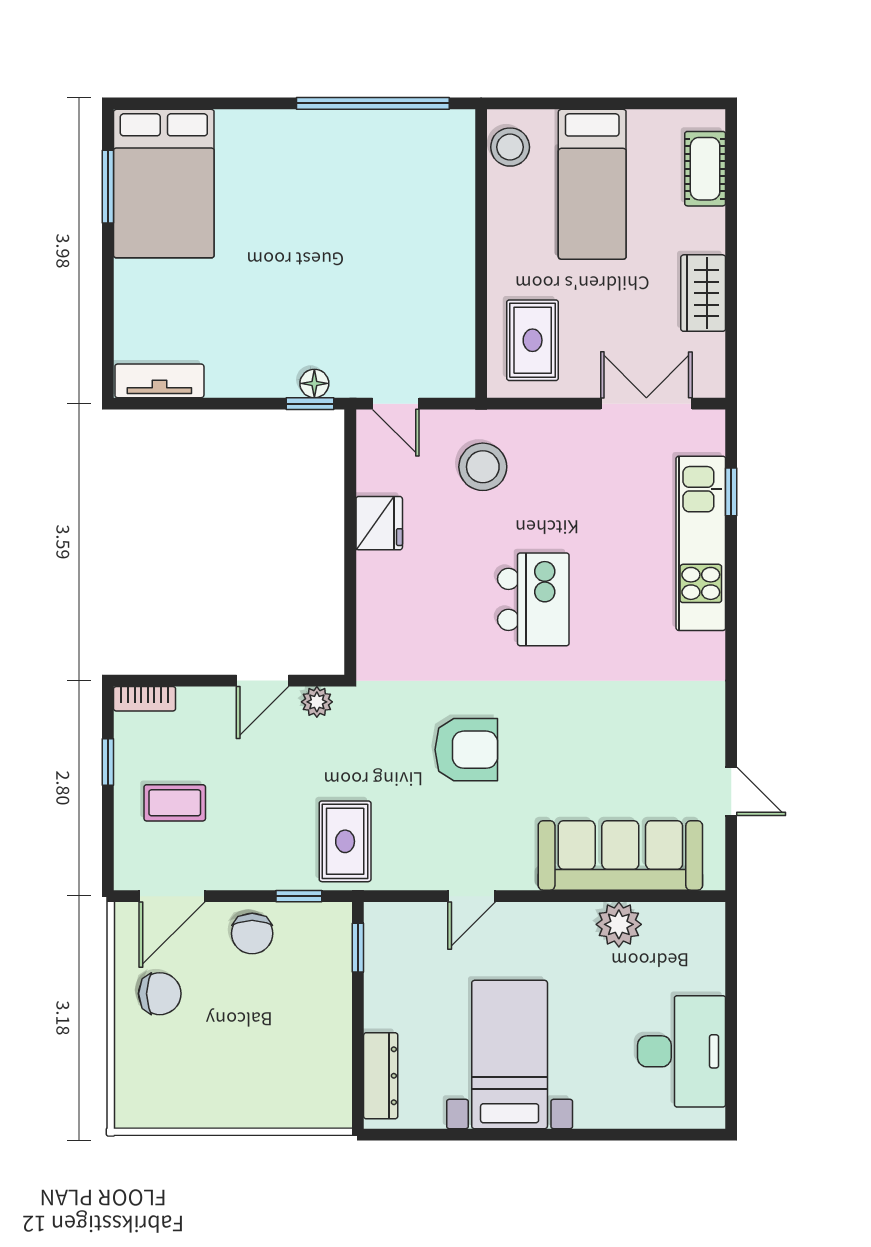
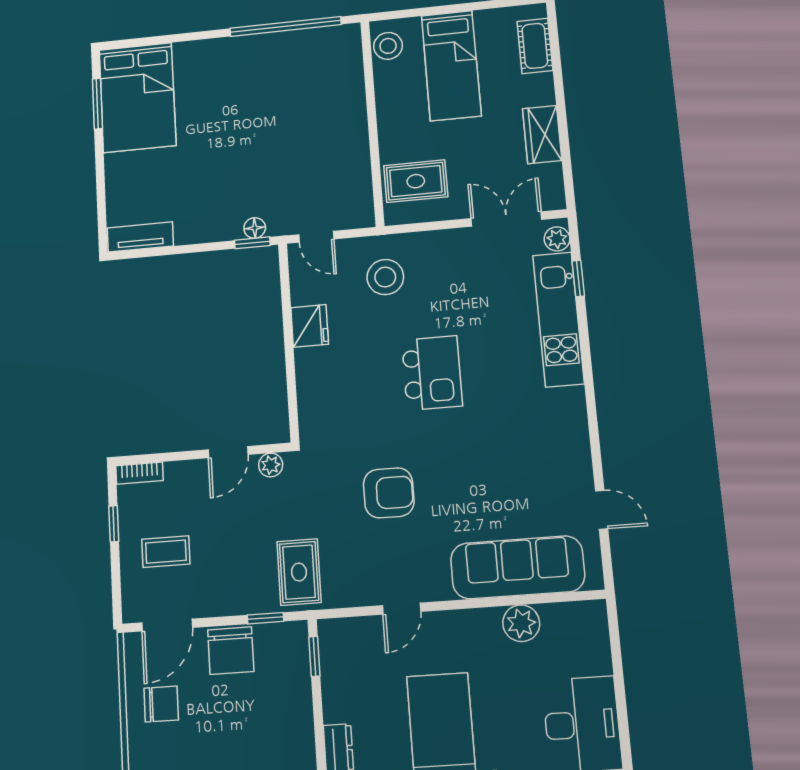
rug: (533, 340) -> (416, 181), turned 90
plant: (709, 437) -> (557, 239), added
chair: (252, 933) -> (231, 651), width x1.37, depth x1.37

